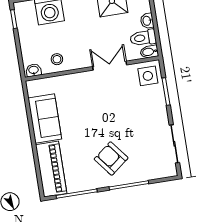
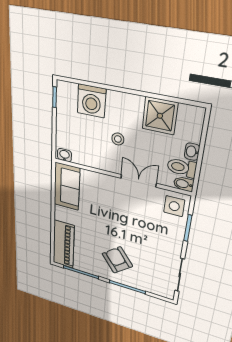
stool: (57, 59) -> (118, 139), moved
sofa: (45, 118) -> (67, 186), moved

